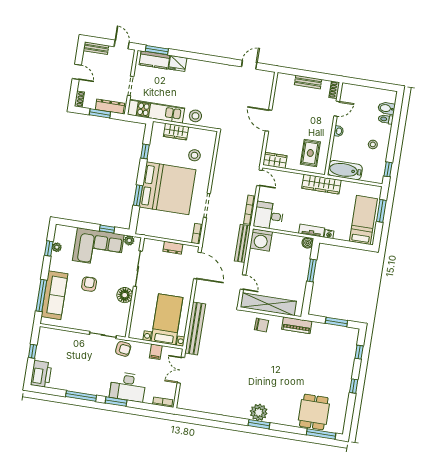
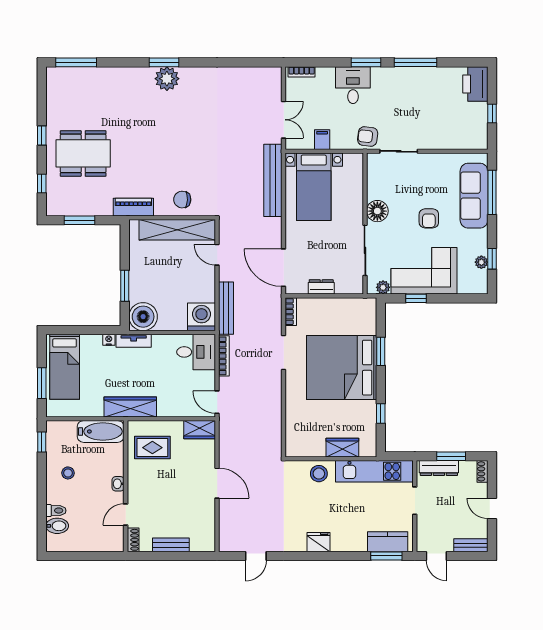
fridge: (178, 63) -> (318, 542), moved
rug: (310, 153) -> (152, 448), turned 90
stool: (194, 155) -> (312, 419), removed
boiler: (308, 243) -> (143, 317), width x1.86, depth x1.86
desk: (128, 387) -> (353, 85), width x0.73
dining table: (314, 412) -> (83, 153), moved, width x1.38

